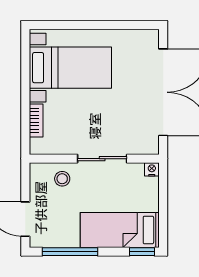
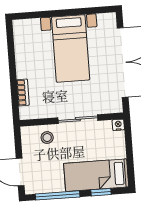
bed with nightstands: (70, 68) -> (71, 48), moved, turned 90
window: (142, 252) -> (101, 192), moved

